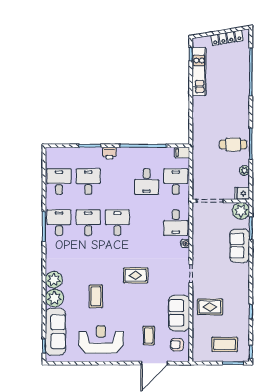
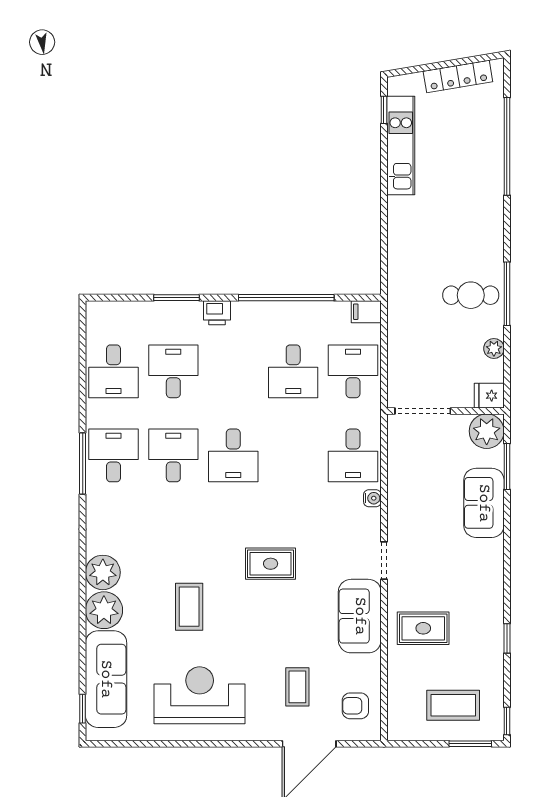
desk: (59, 182) -> (113, 371), turned 180
desk: (117, 223) -> (233, 455), turned 180
sofa: (179, 313) -> (360, 616), moved

